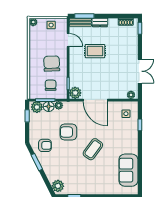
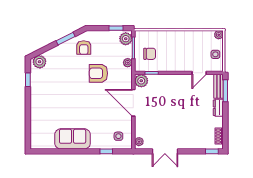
rug: (95, 51) -> (187, 102), removed
chair: (52, 64) -> (173, 55), removed
door: (95, 100) -> (133, 103), hinge flipped
floor lamp: (49, 106) -> (126, 52), removed
armchair: (68, 132) -> (98, 73), turned -90
coffee table: (93, 149) -> (80, 100), removed
sofa: (128, 170) -> (73, 139), moved

